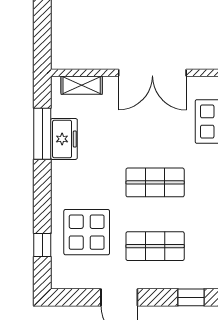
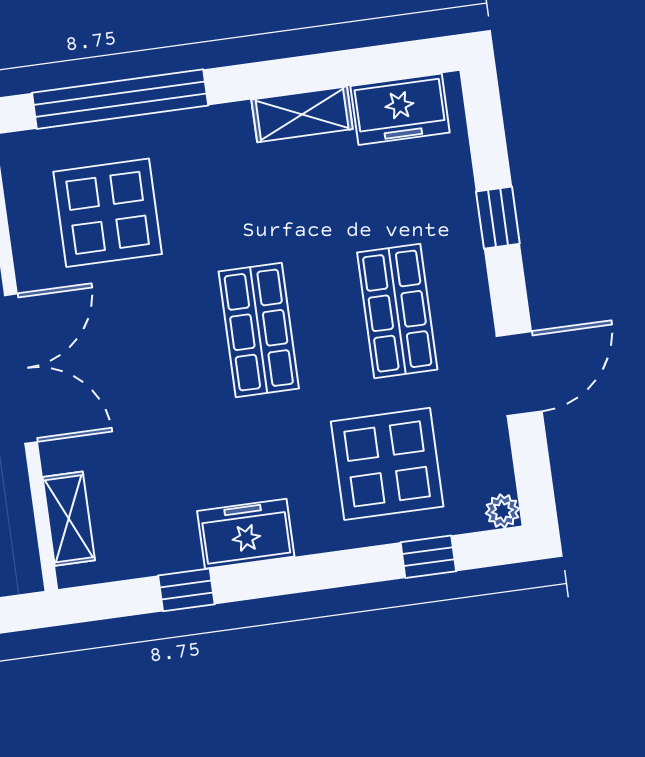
window: (42, 134) -> (186, 590), width x0.46
freezer: (64, 139) -> (246, 534), moved
plant: (58, 281) -> (503, 511), added

